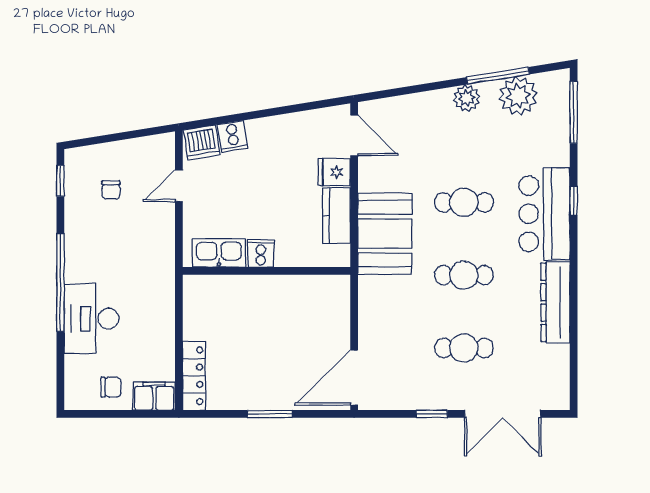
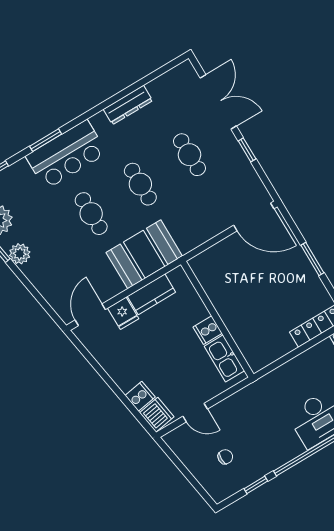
window: (60, 181) -> (256, 485), moved
window: (574, 201) -> (46, 140), width x1.50
dresser: (555, 302) -> (128, 105), width x0.73, depth x0.80

